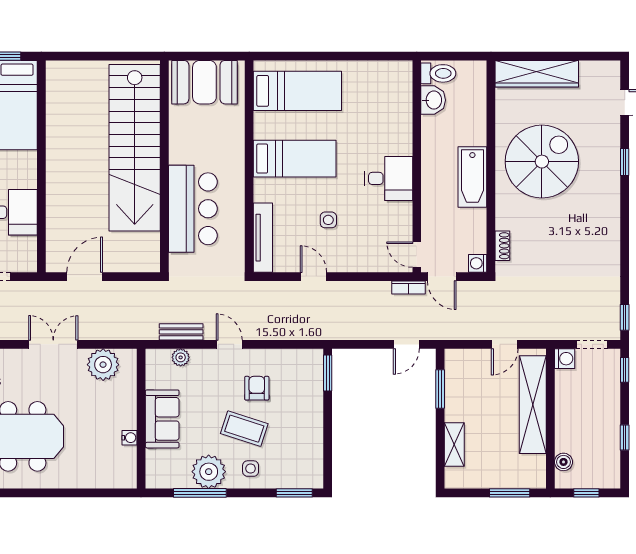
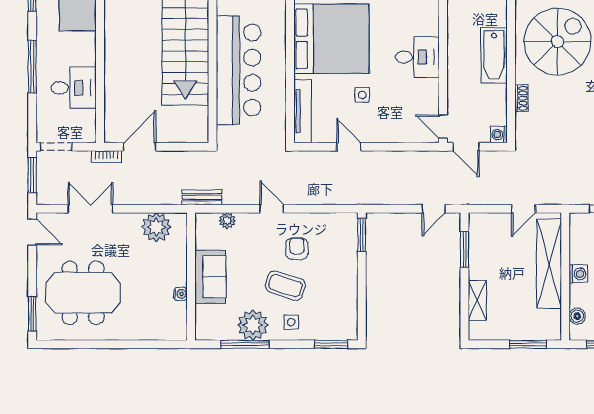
bed: (295, 159) -> (332, 39), width x2.04
bar counter: (193, 209) -> (239, 70), width x1.36
shoe rack: (502, 246) -> (521, 98), moved
bookcase: (409, 287) -> (106, 157), moved
bench: (181, 332) -> (202, 197), moved
double door: (53, 344) -> (90, 209), moved
washing machine: (565, 359) -> (578, 274), moved

